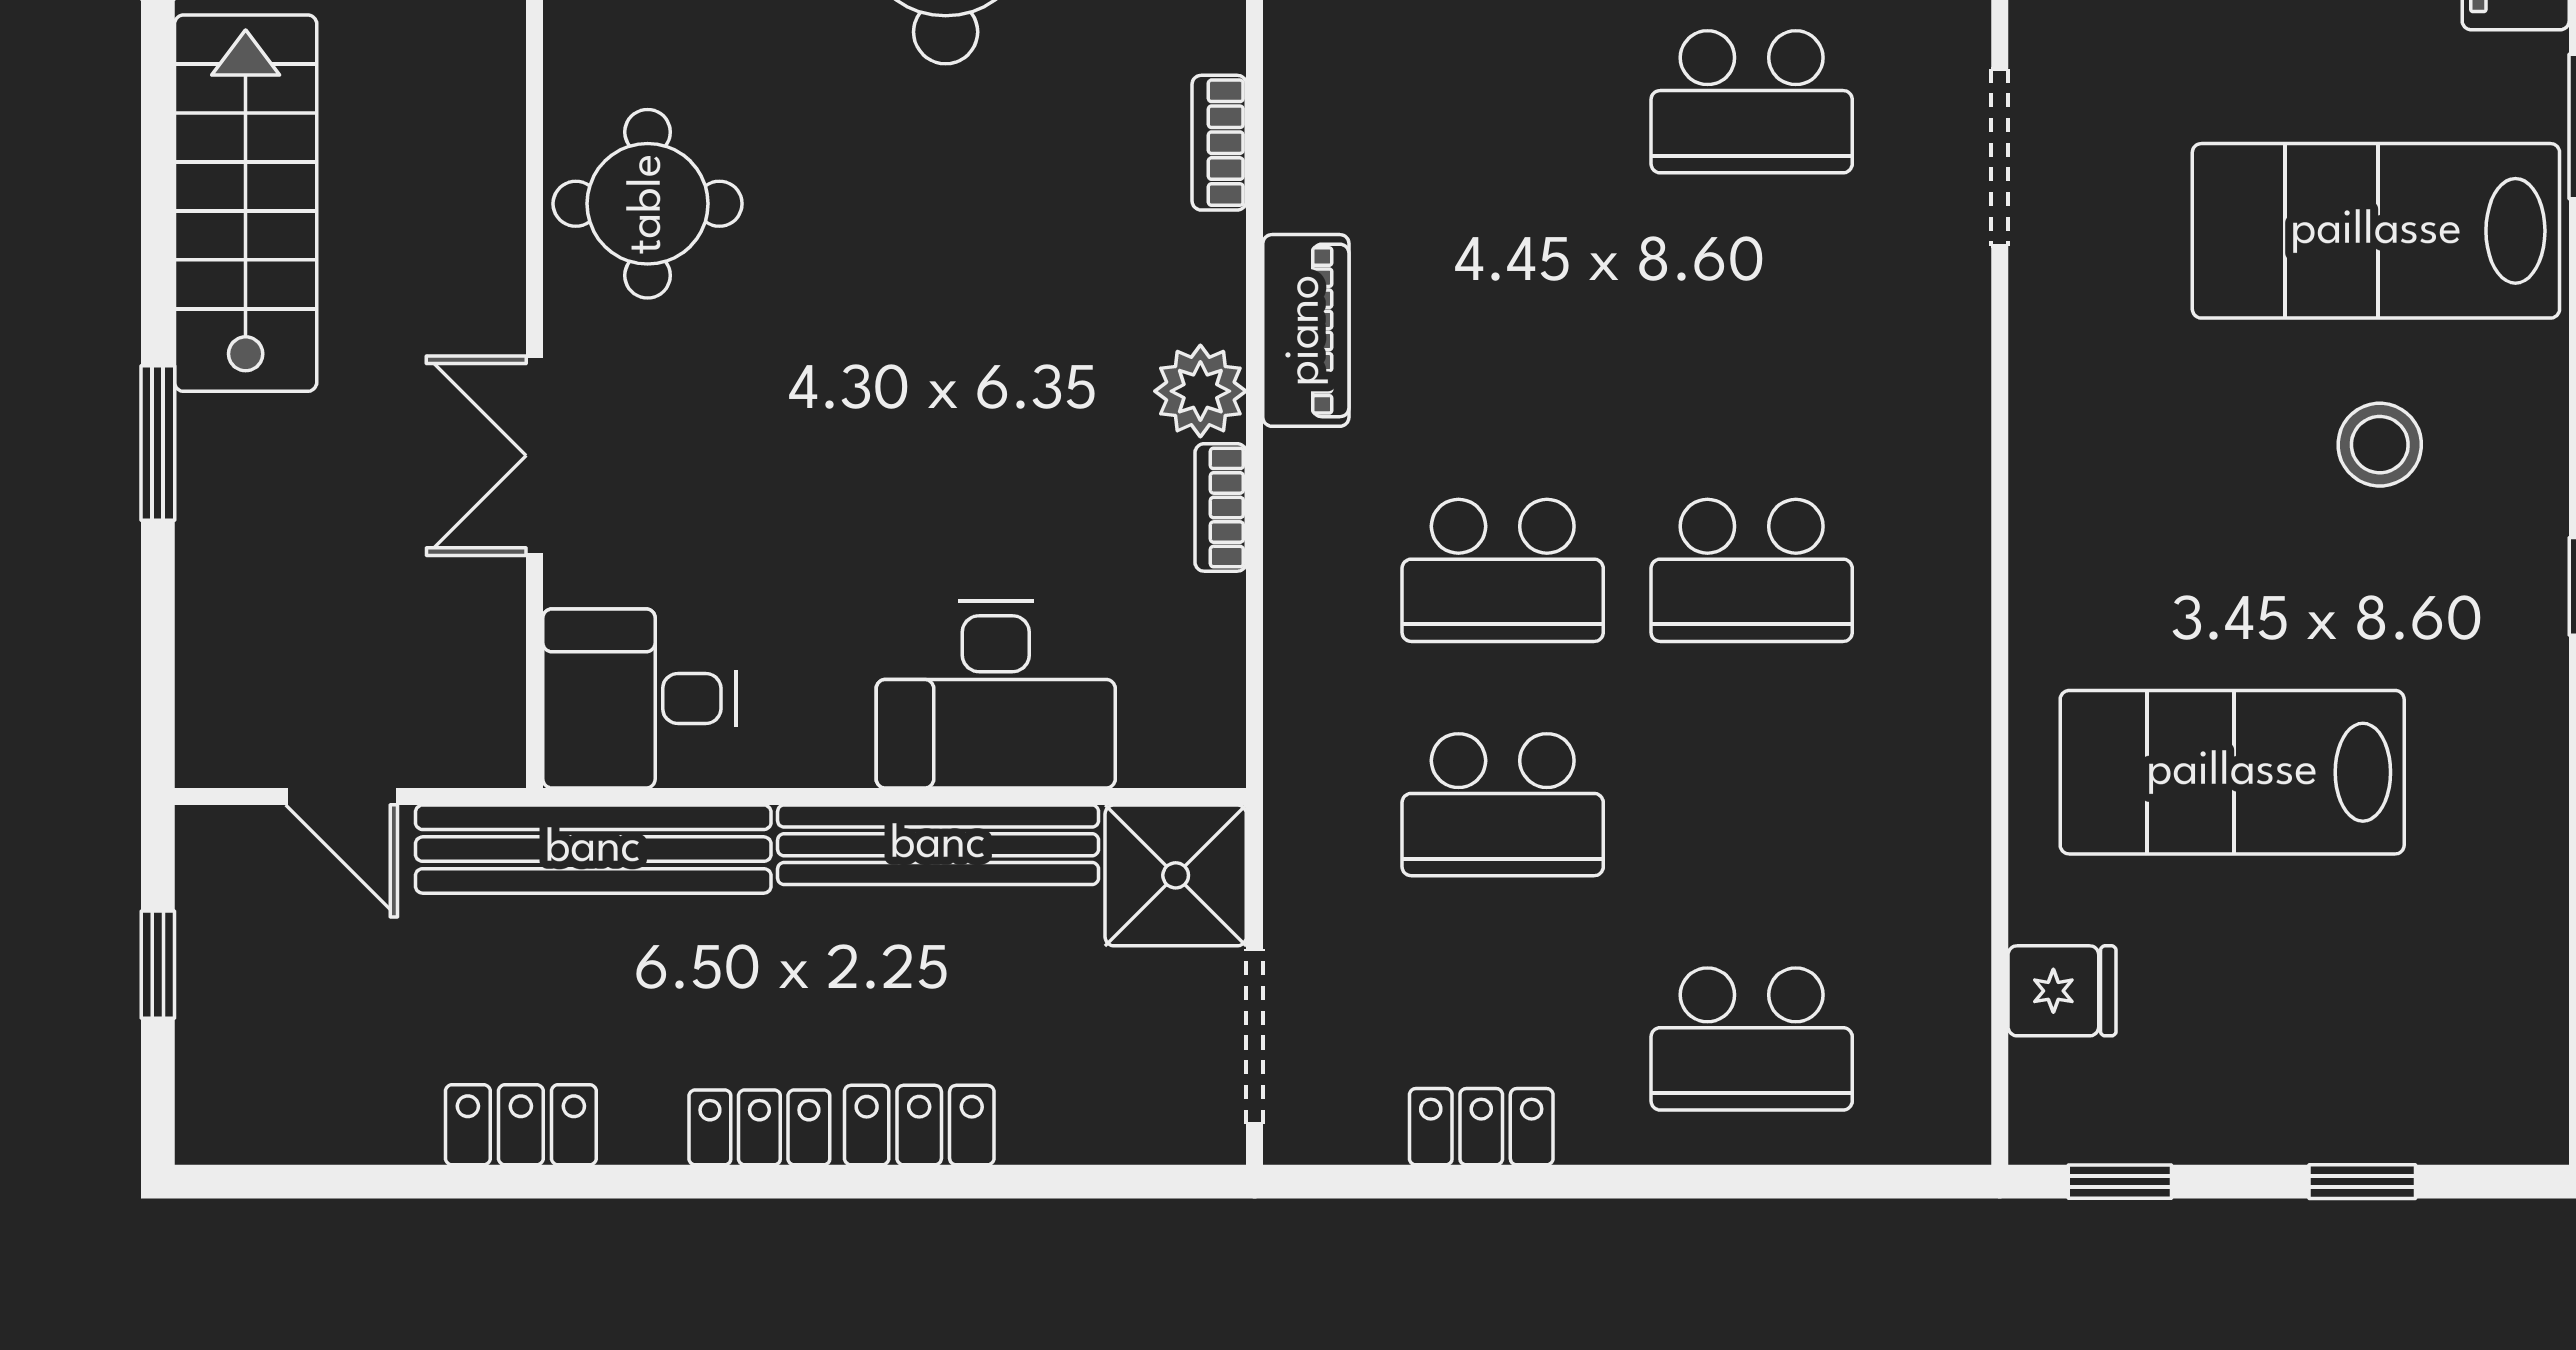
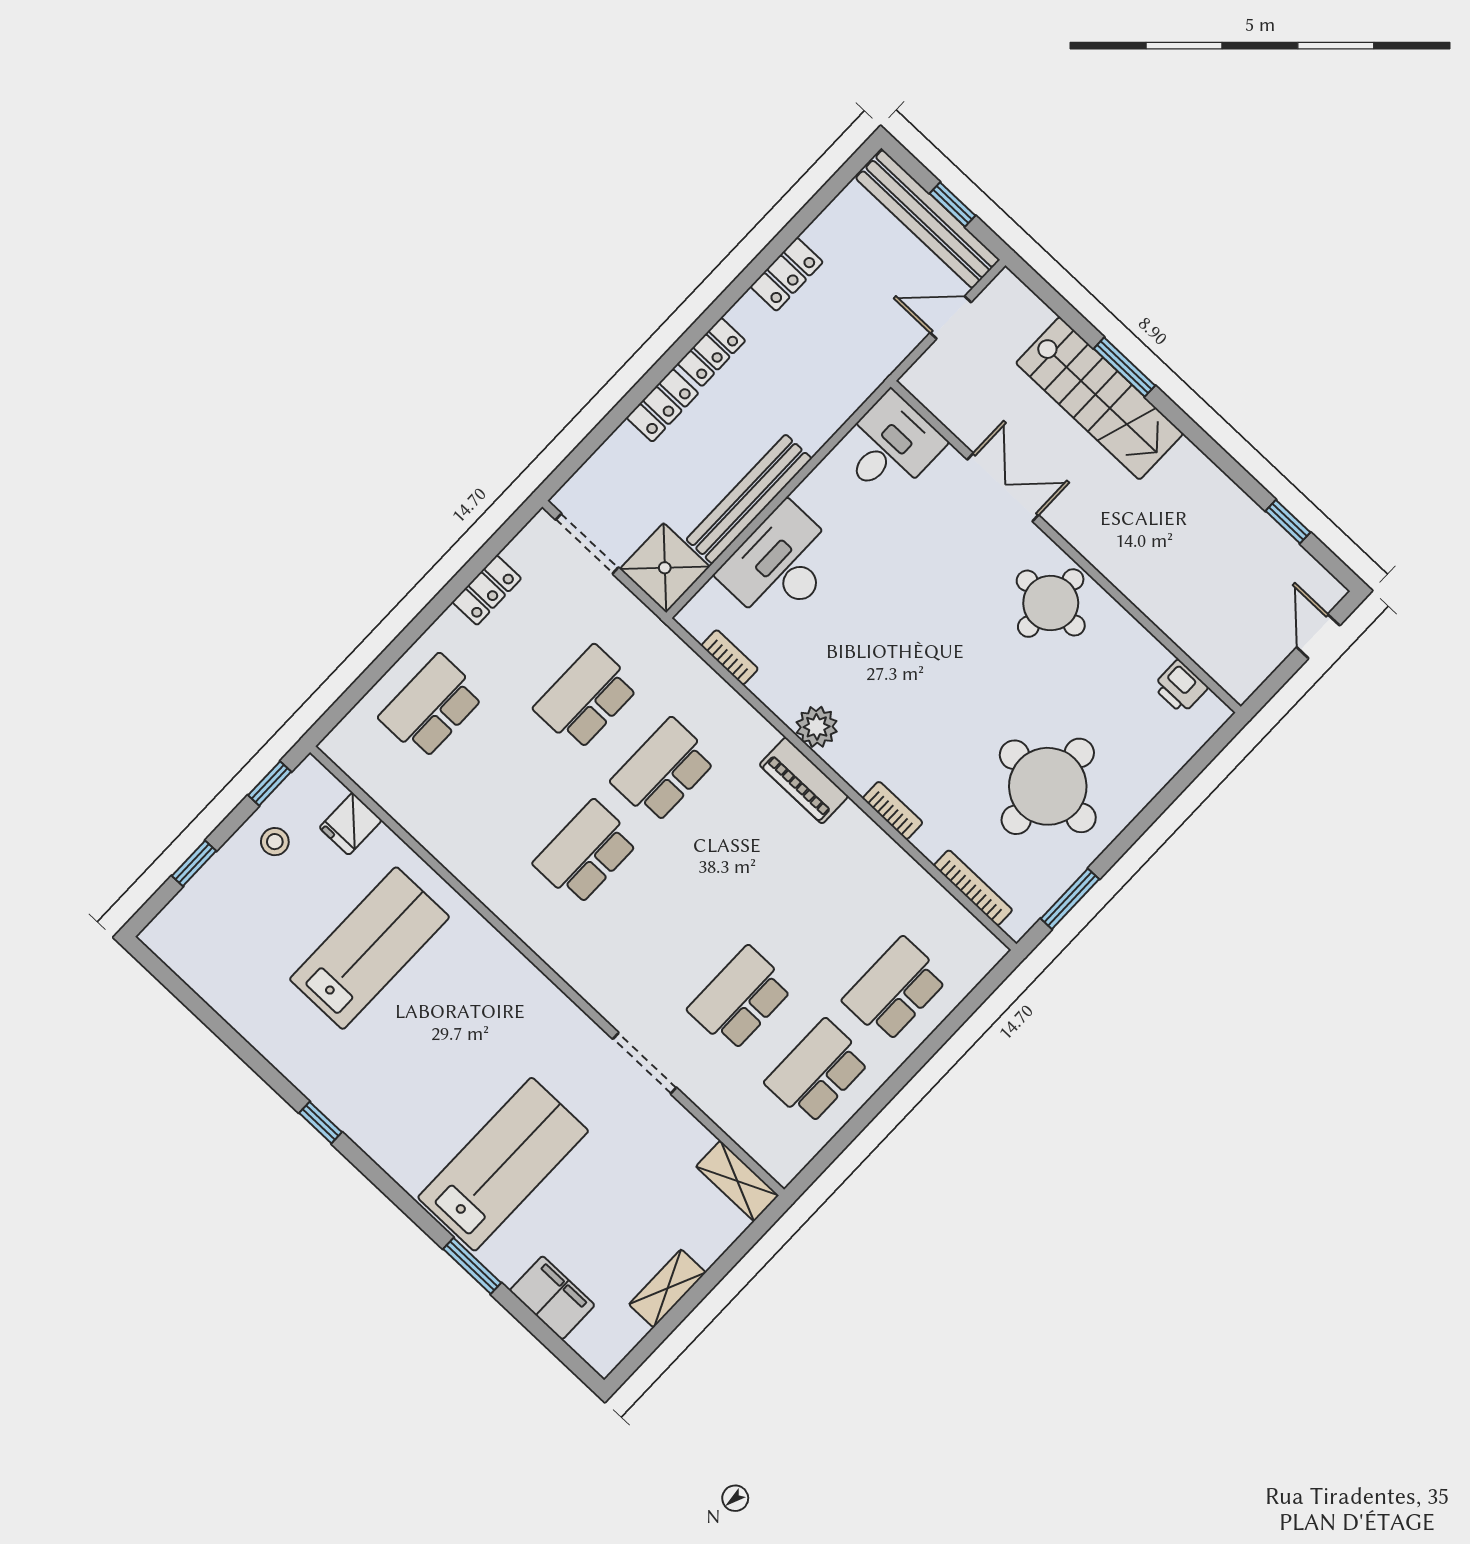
stairs: (246, 203) -> (1100, 398), moved
stool: (2380, 445) -> (275, 842), moved, width x0.73, depth x0.73
bookcase: (1221, 507) -> (730, 657), moved
bench: (593, 849) -> (928, 219), moved, turned 90

